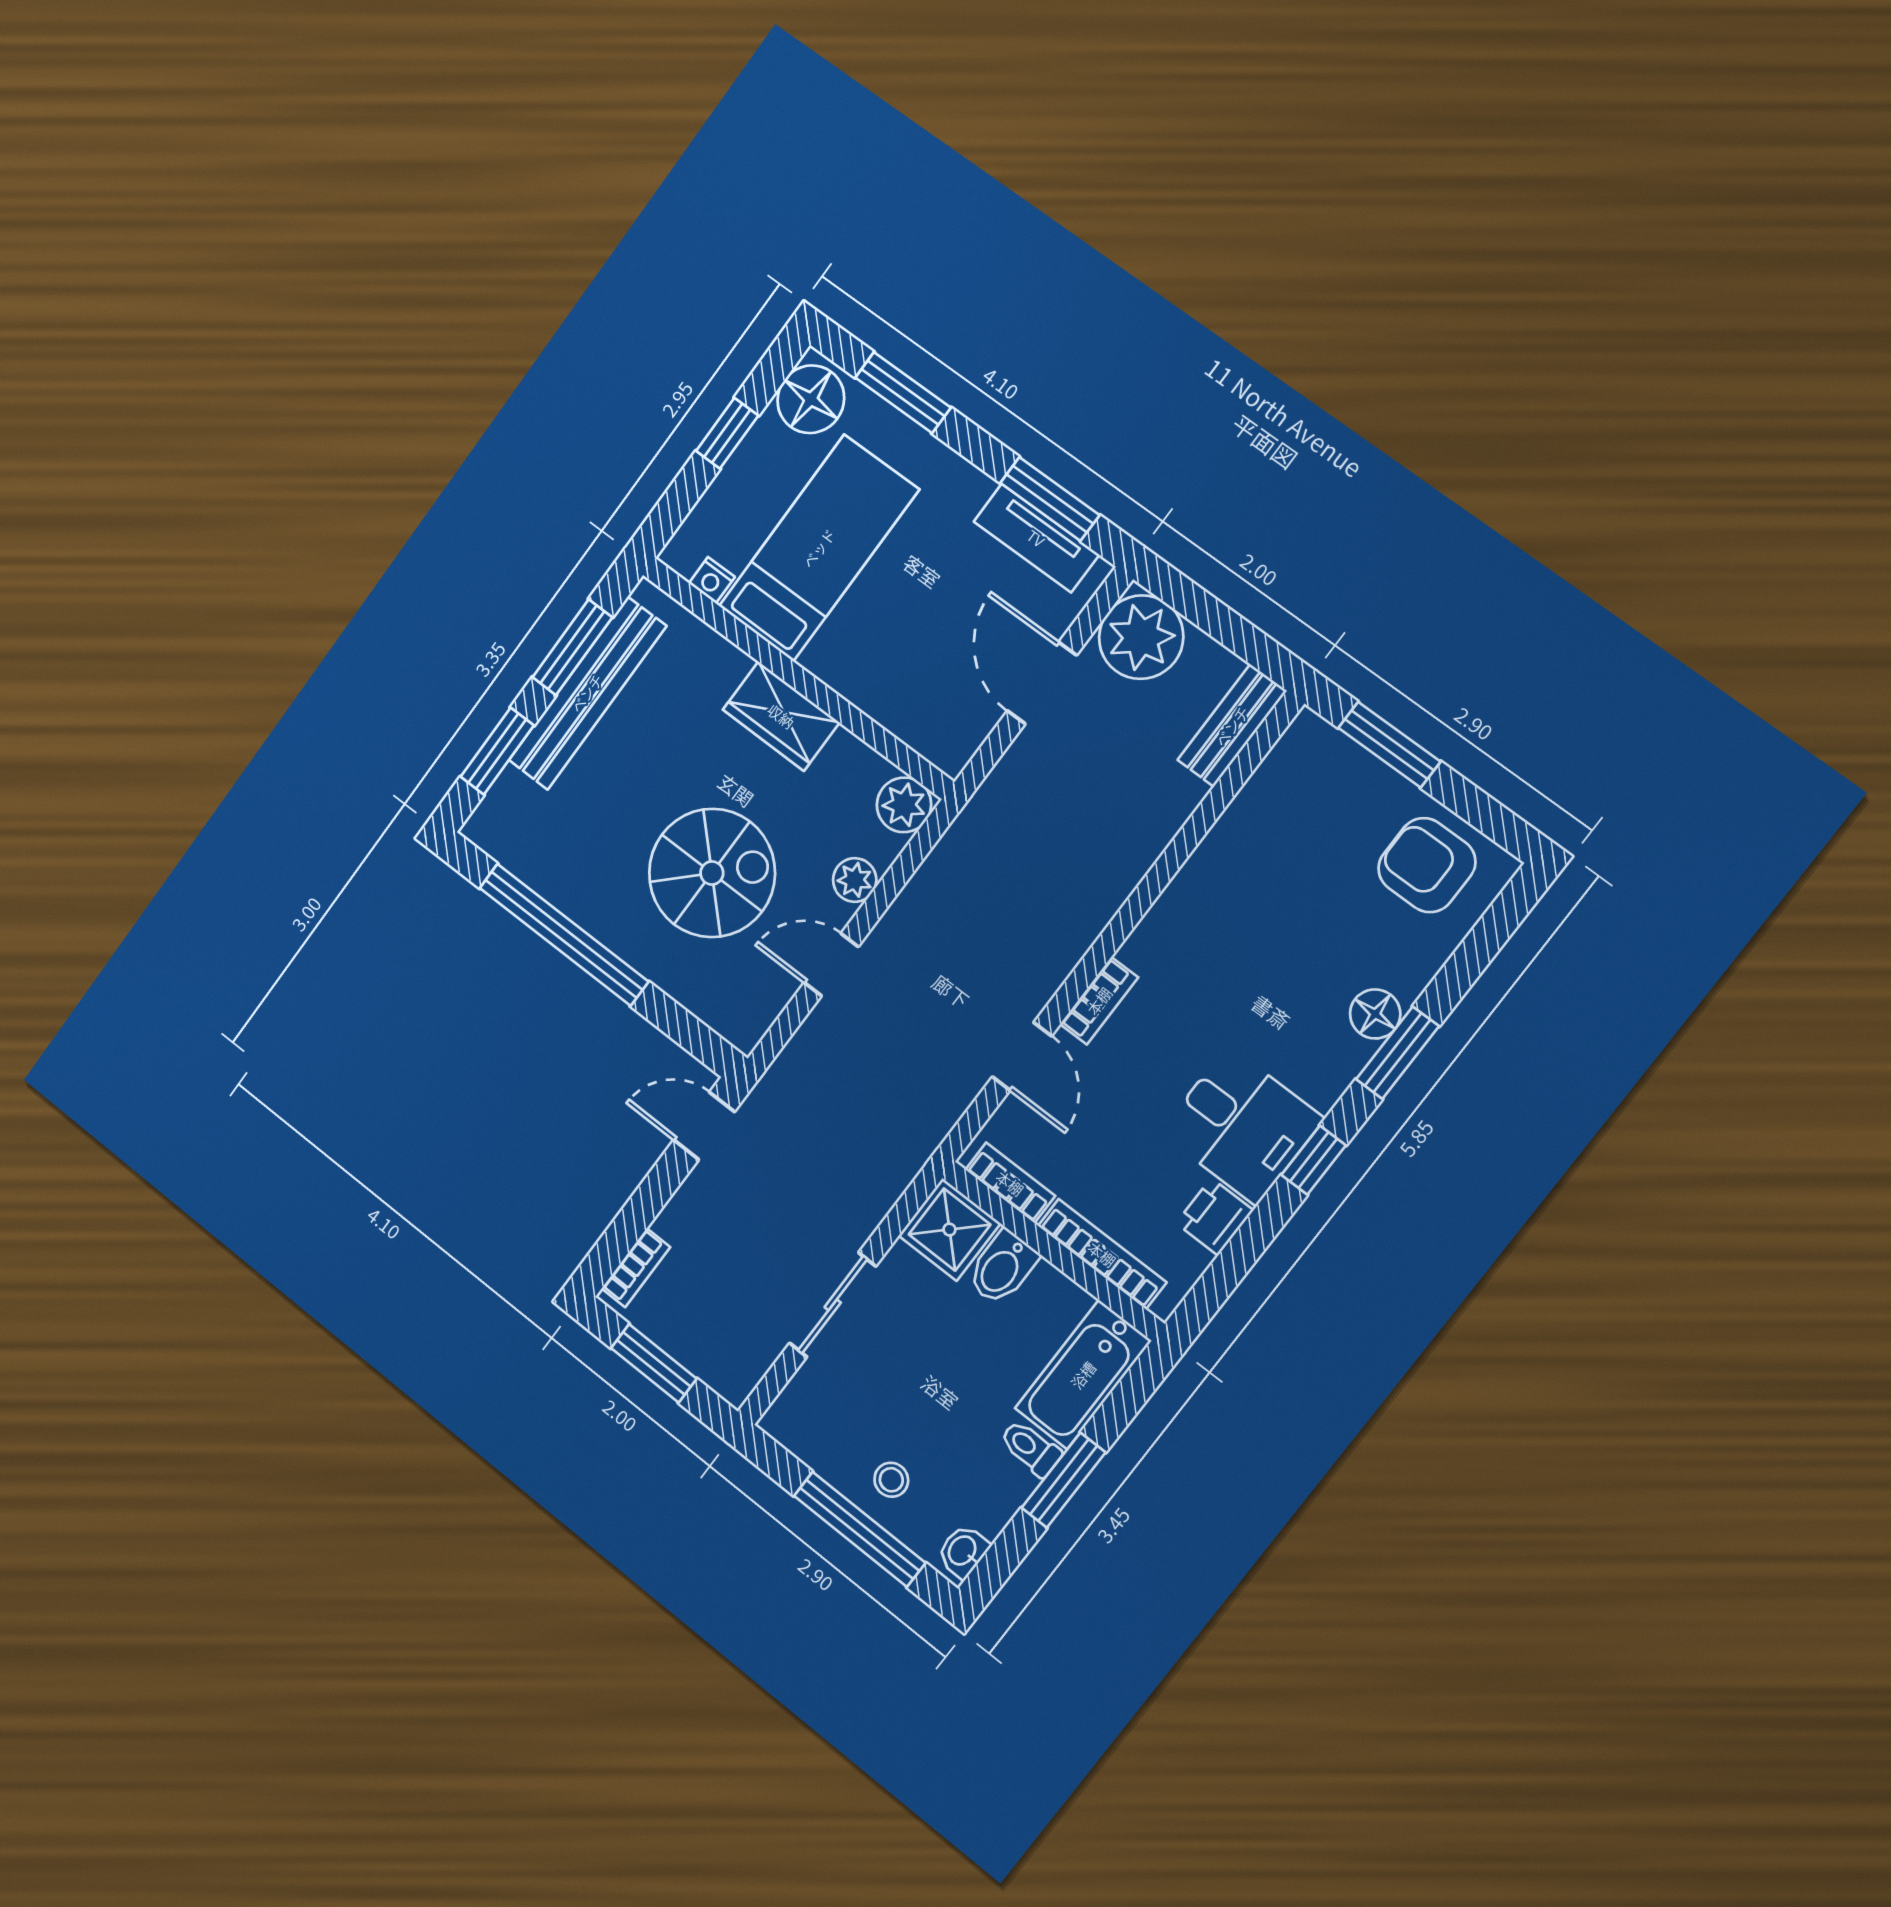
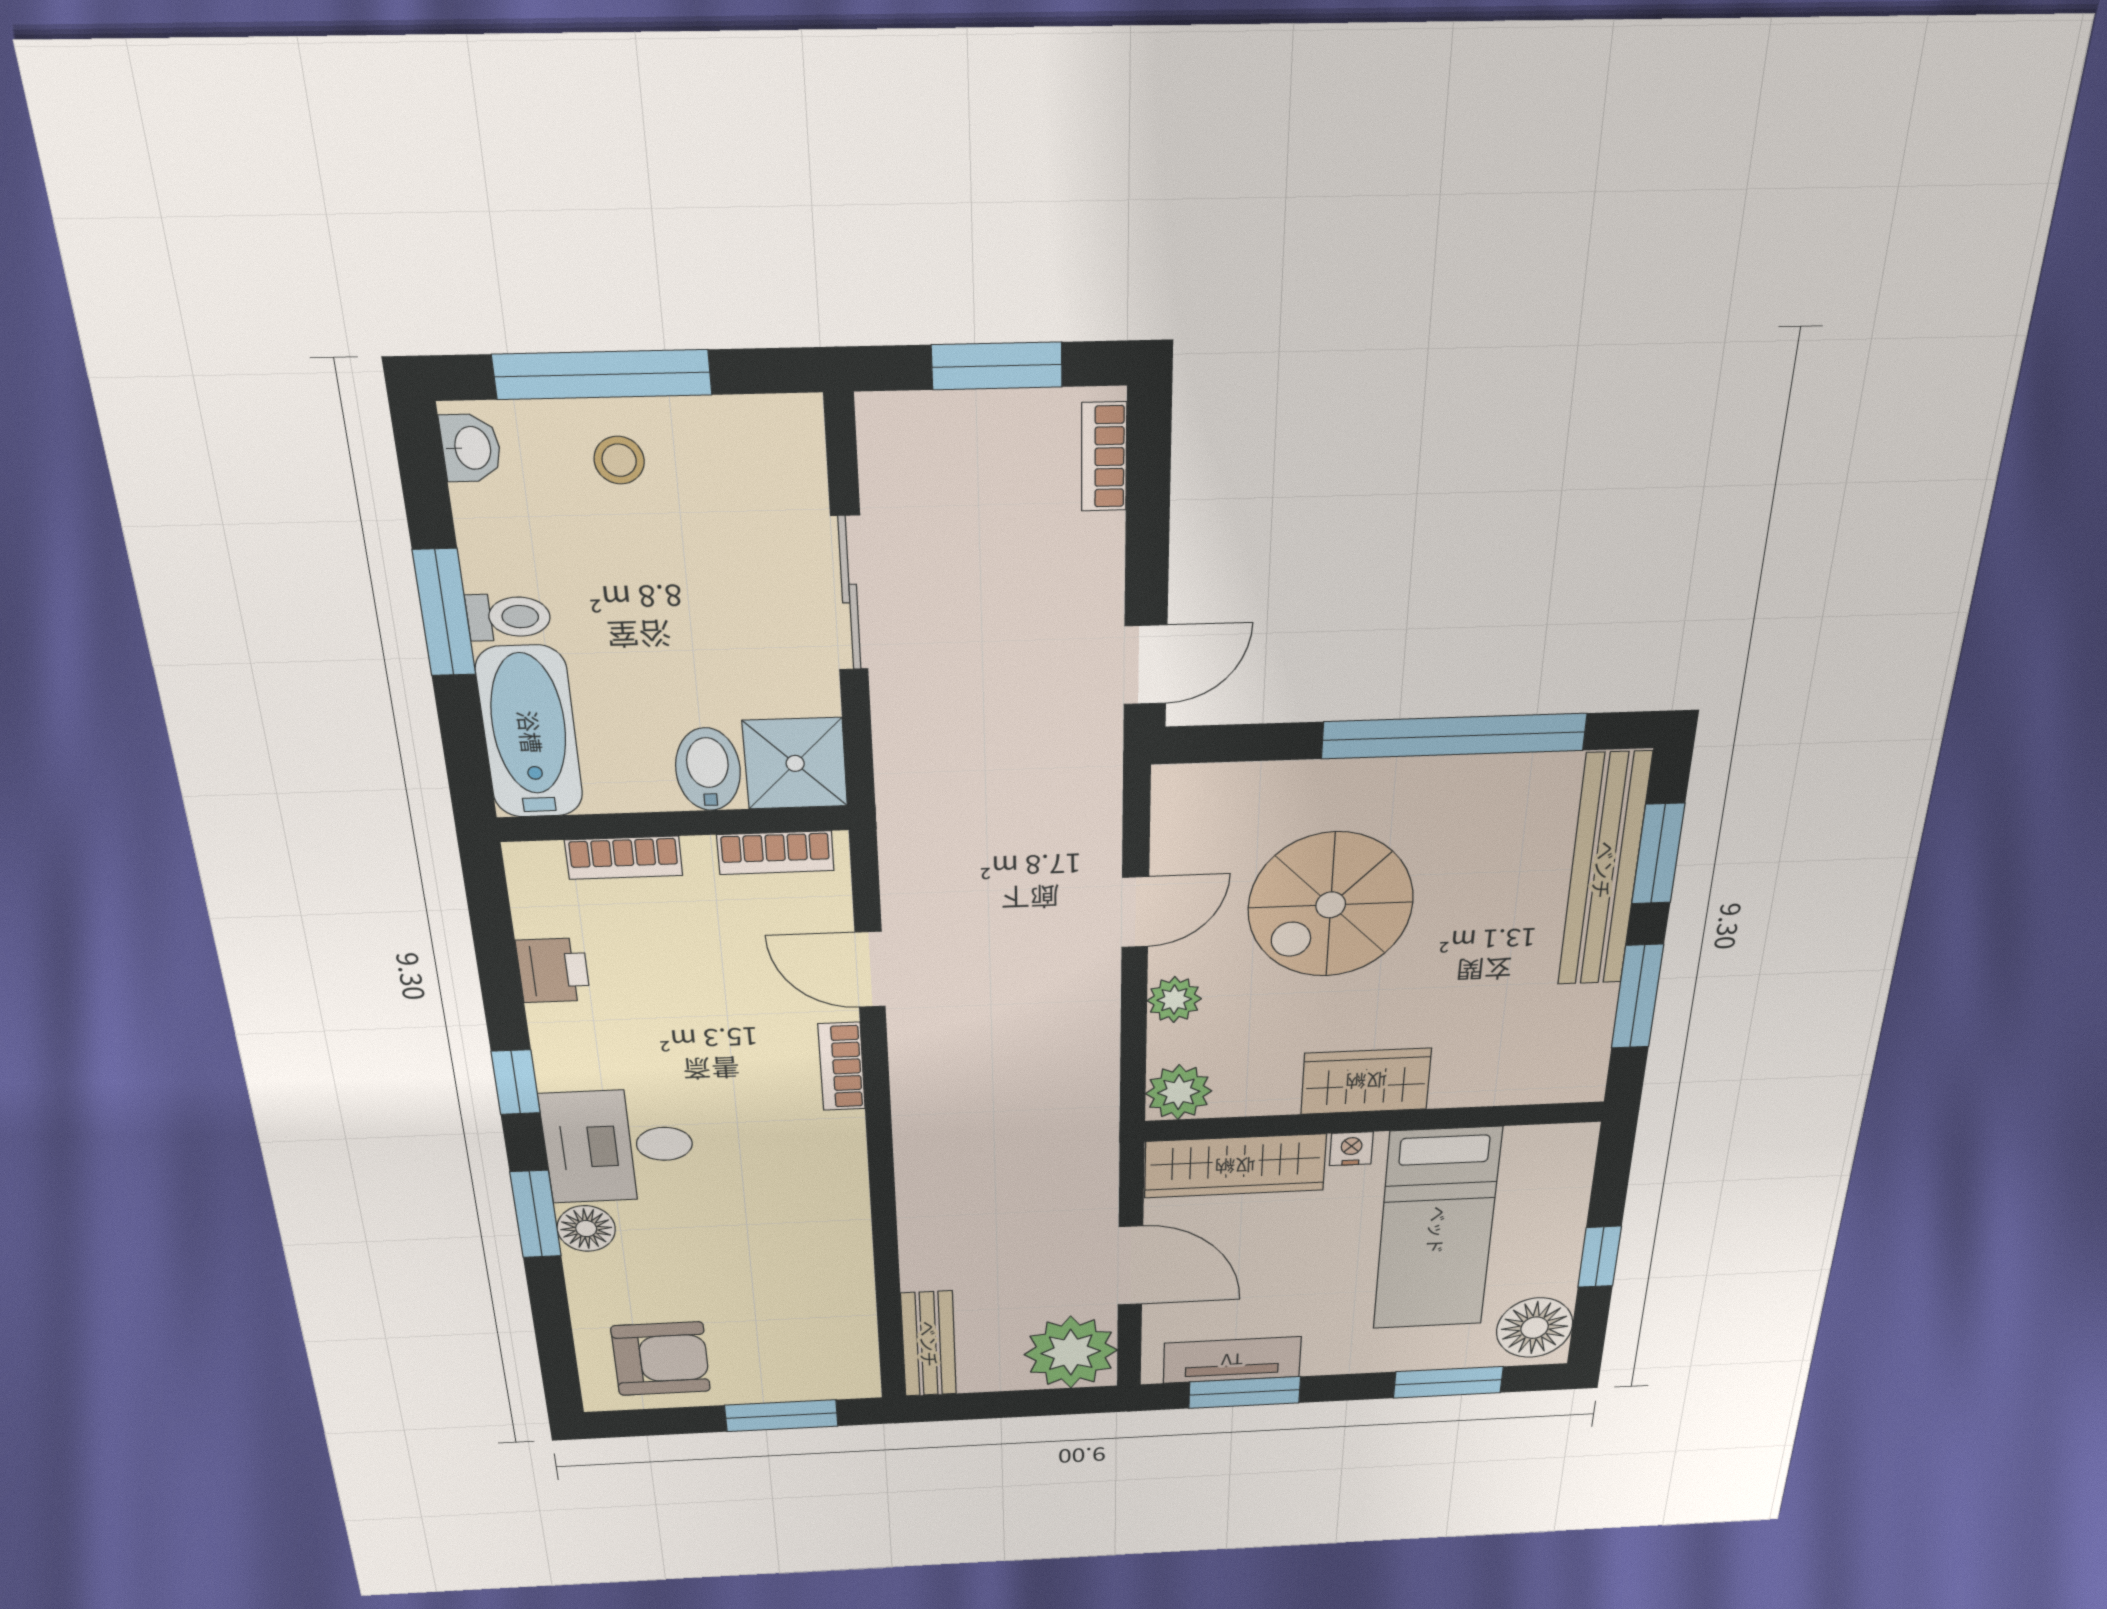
nightstand: (712, 580) -> (1351, 1149), moved
bench: (587, 693) -> (1604, 870), moved
wardrobe: (911, 713) -> (1235, 1166), added
desk: (1242, 1125) -> (619, 1146), moved
bookcase: (1102, 1254) -> (624, 858), width x0.64

